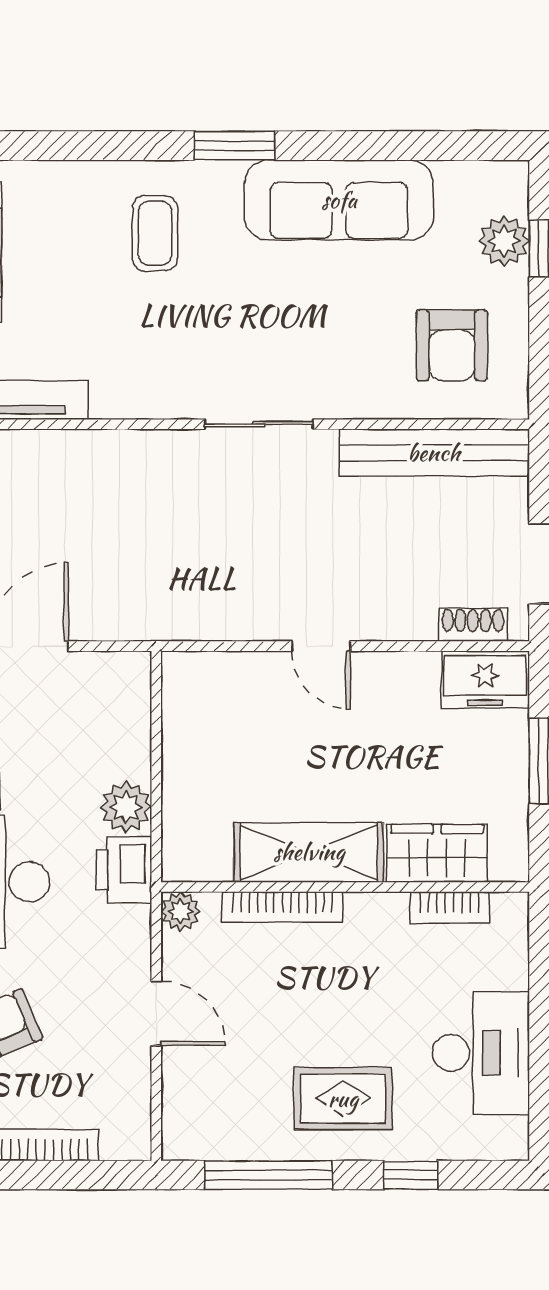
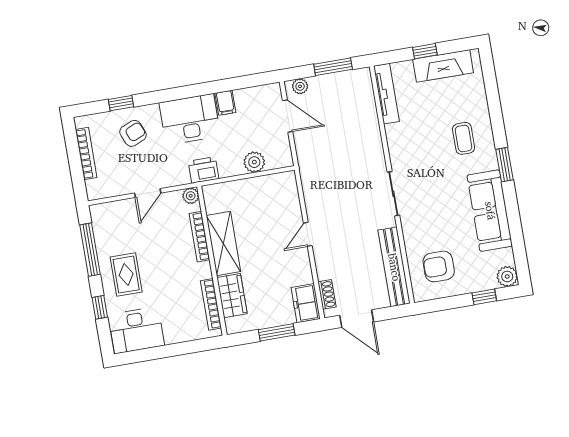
coffee table: (155, 233) -> (464, 138), turned 90
plant: (504, 241) -> (507, 276), moved
plant: (126, 807) -> (254, 162), moved
bookcase: (449, 907) -> (211, 304), width x1.56
desk: (481, 1053) -> (136, 330), moved

